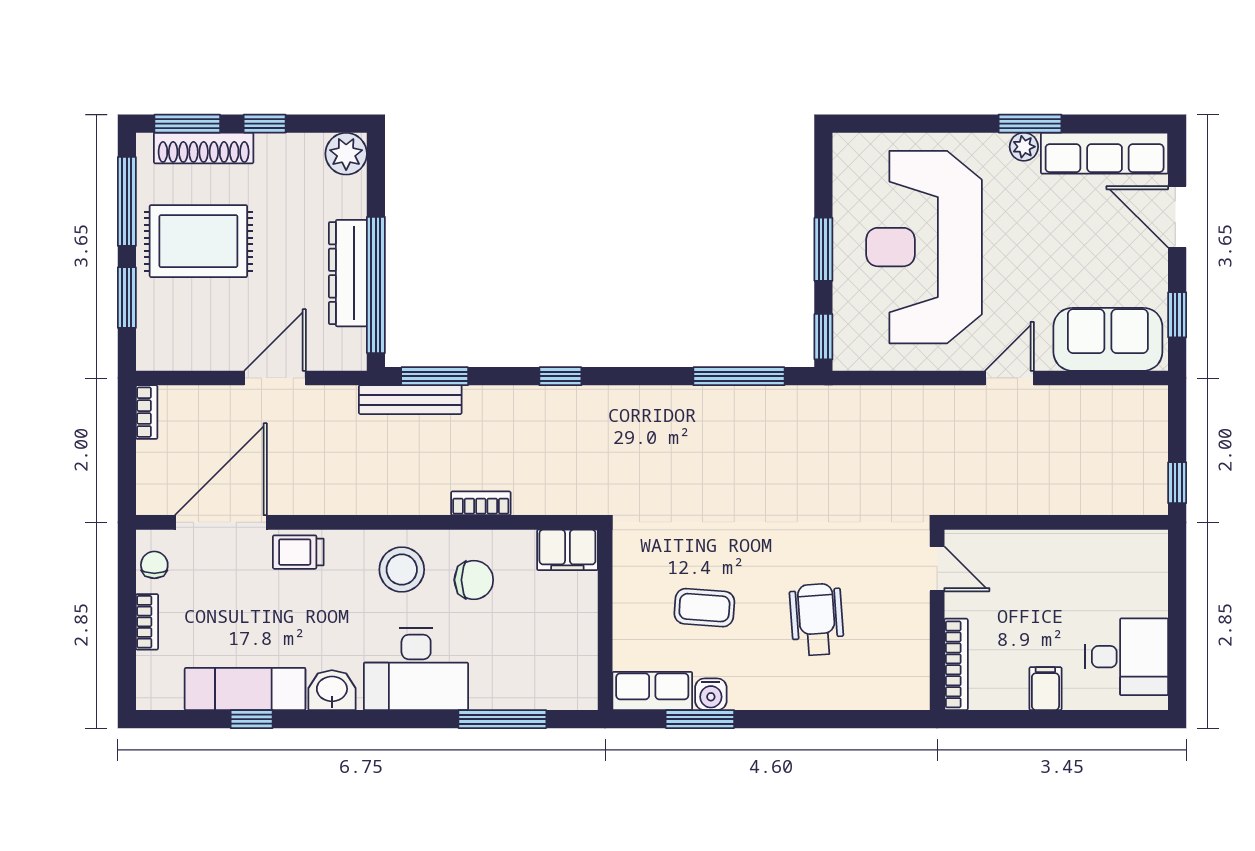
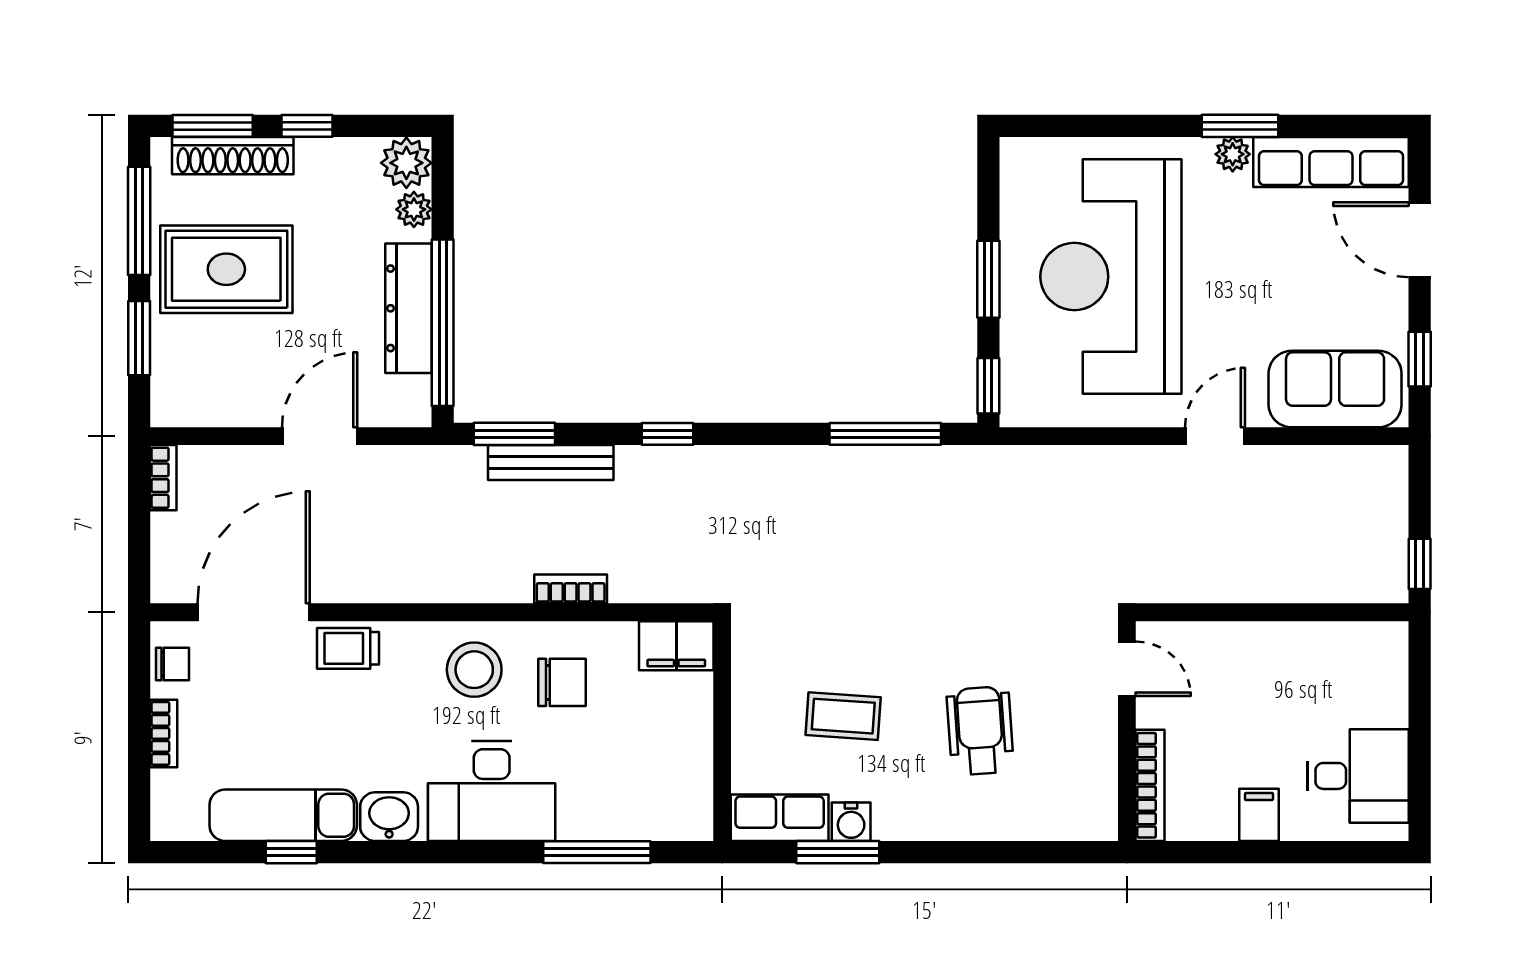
plant: (352, 192) -> (414, 209), added
bench: (410, 400) -> (551, 463), moved
chair: (154, 565) -> (172, 664), turned 90

